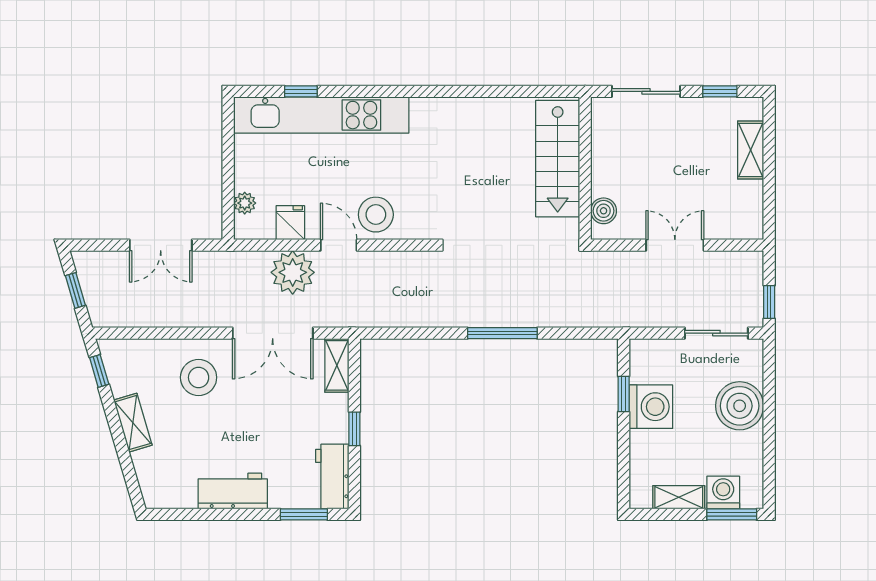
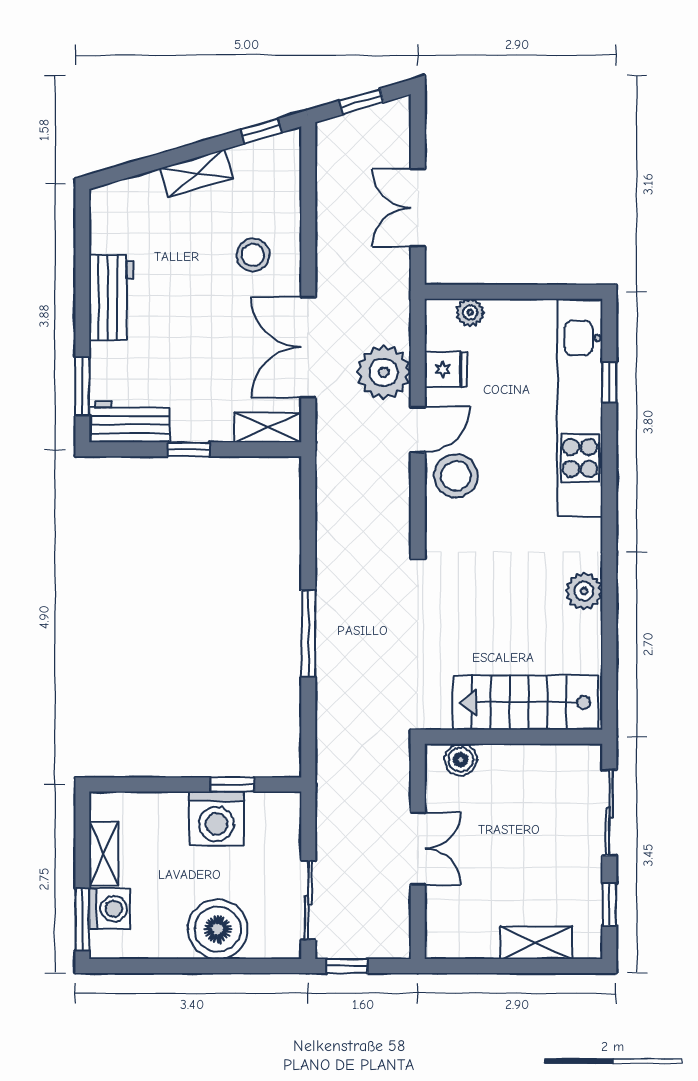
plant: (468, 112) -> (584, 591), added
stool: (199, 377) -> (253, 255), width x0.73, depth x0.73

